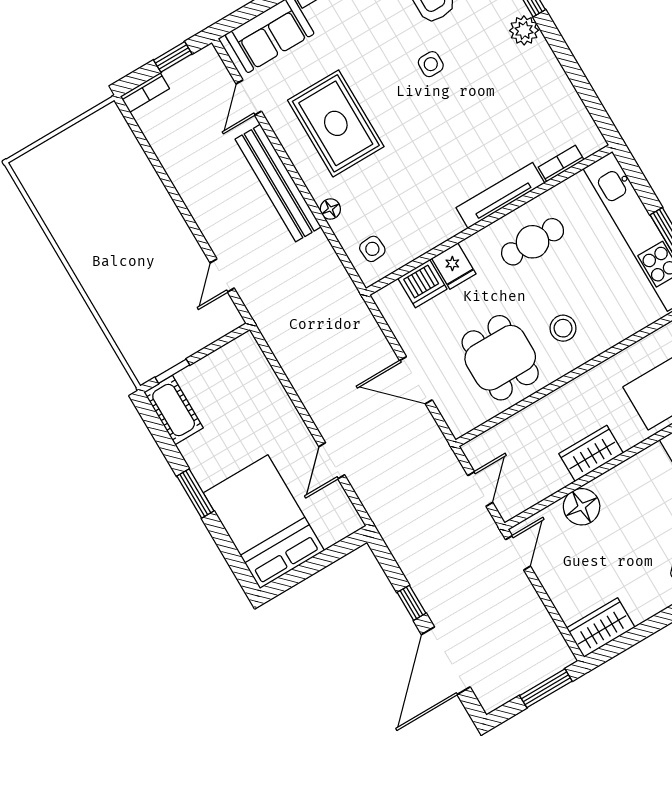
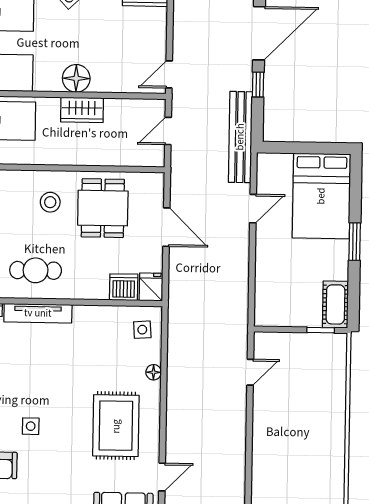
bench: (278, 183) -> (240, 137), moved
fridge: (454, 266) -> (151, 287), moved
floor lamp: (582, 507) -> (76, 78), moved

